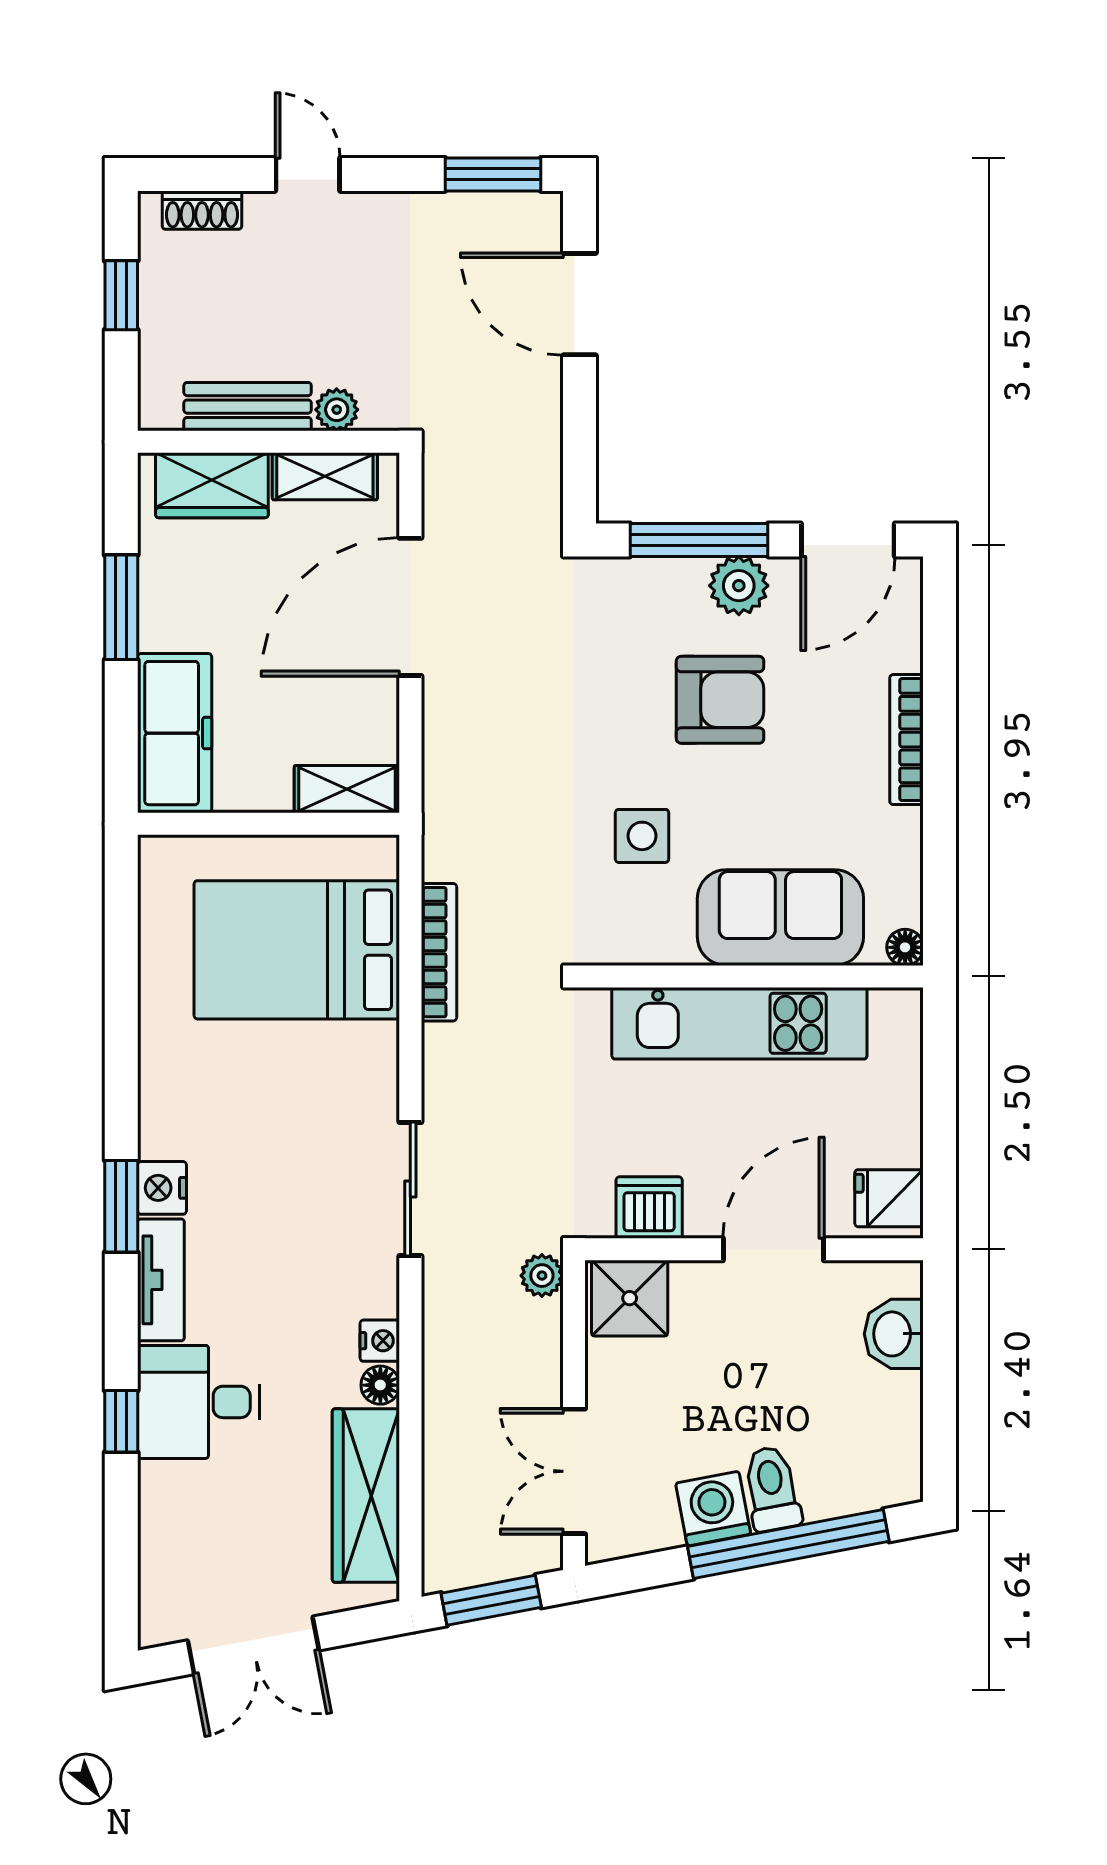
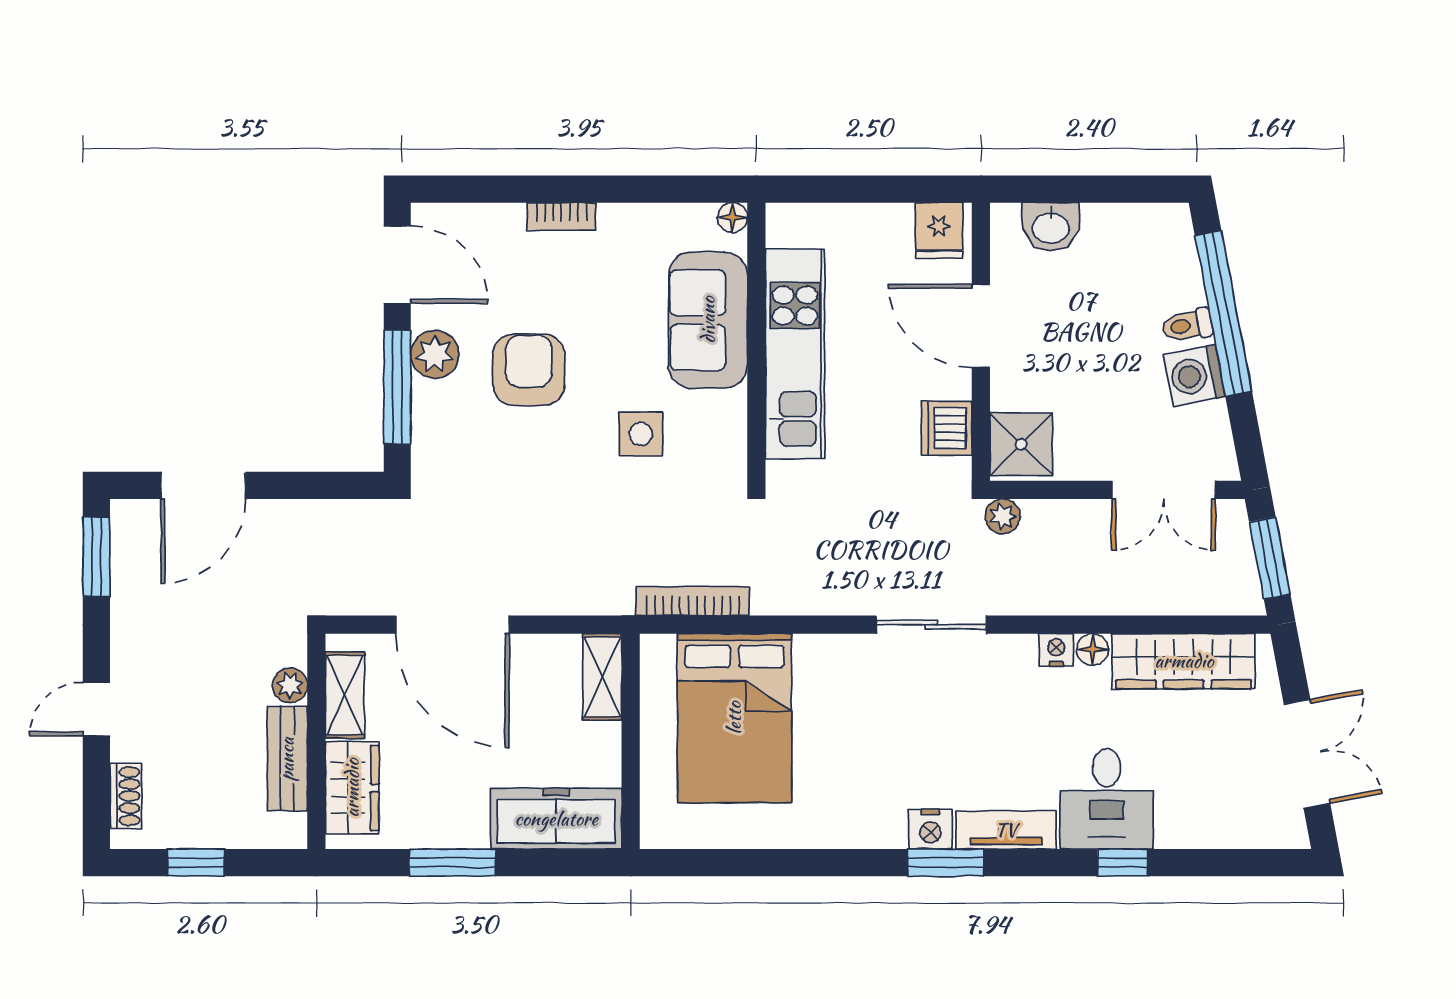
bookcase: (907, 740) -> (561, 216), width x0.64
bookcase: (439, 952) -> (693, 601), moved
toilet: (772, 1489) -> (1187, 325), width x0.73, depth x0.72

